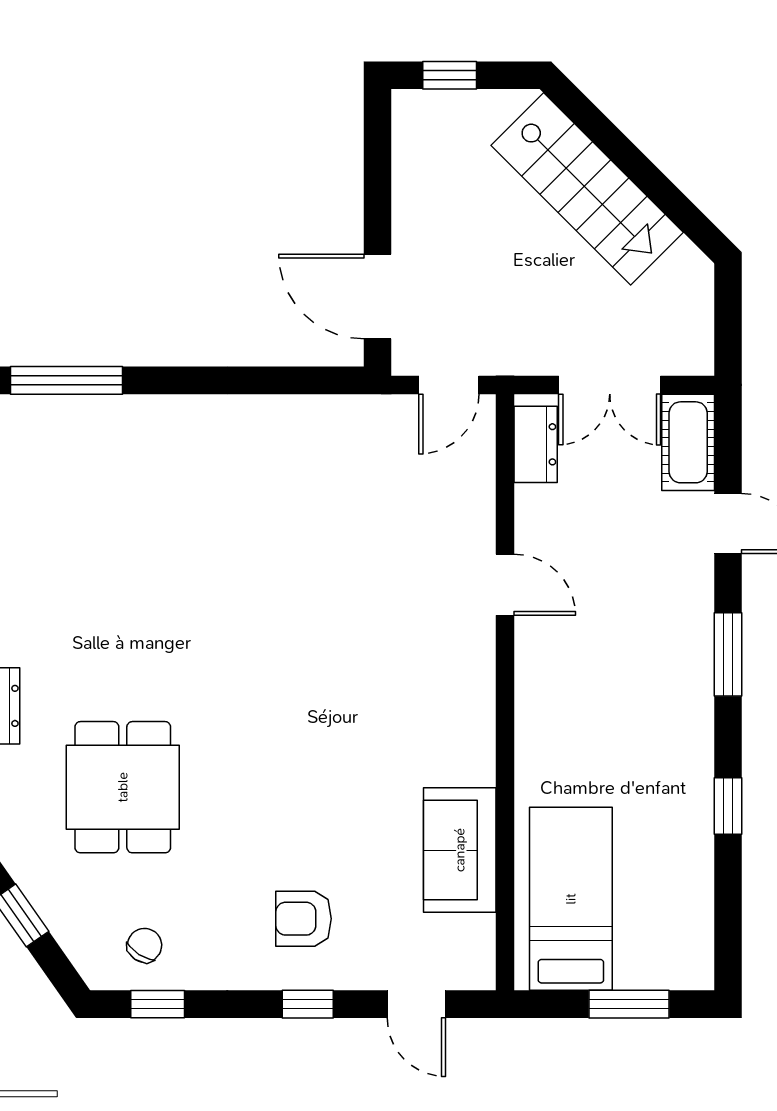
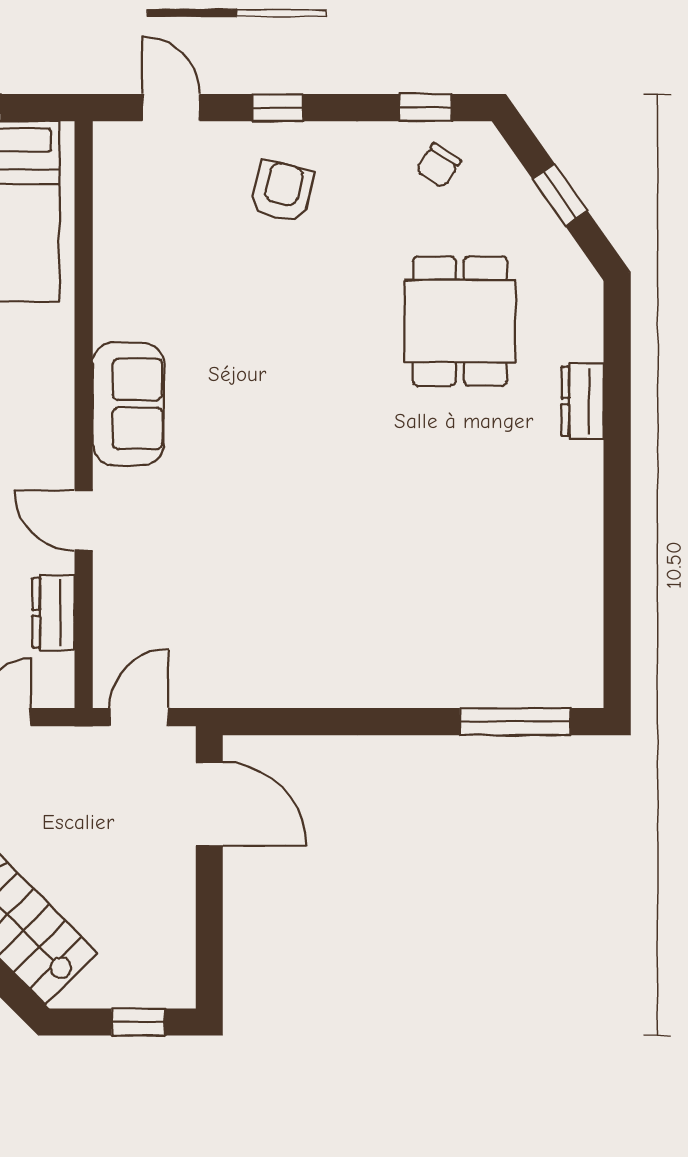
dresser: (536, 444) -> (54, 613), moved
sofa: (460, 850) -> (128, 404), moved
armchair: (304, 919) -> (282, 192), turned -76

